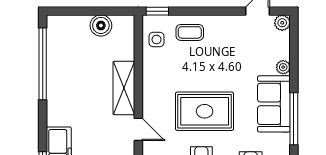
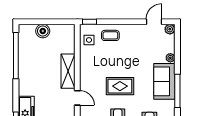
boiler: (101, 25) -> (43, 31), moved
rug: (205, 111) -> (120, 86), width x0.73, depth x0.70

